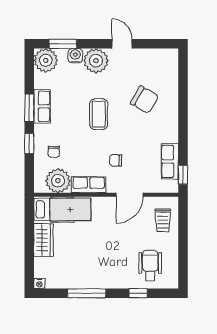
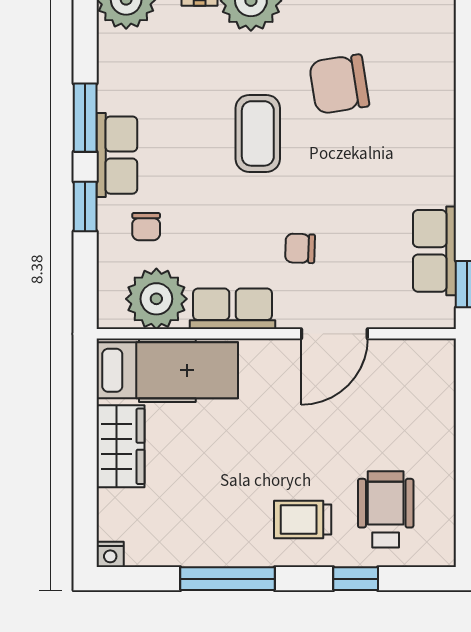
chair: (145, 100) -> (339, 84), moved, turned 141
row of seats: (42, 106) -> (117, 155), moved
trolley: (163, 220) -> (303, 519), moved, turned 90

